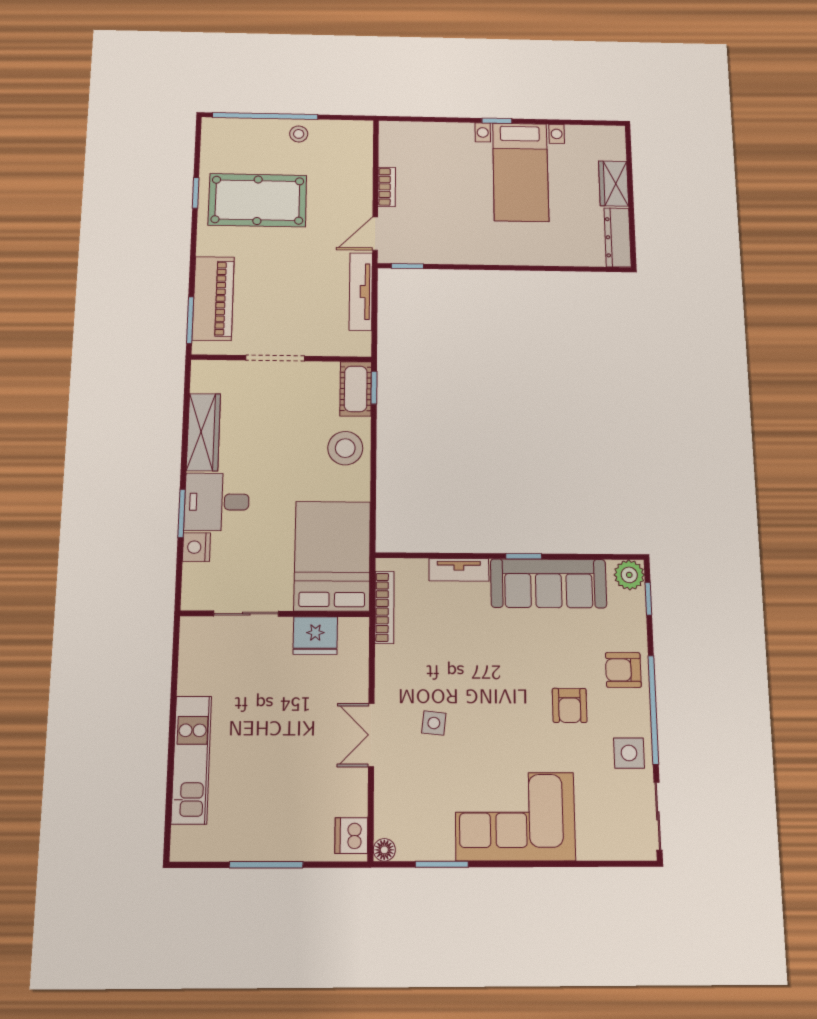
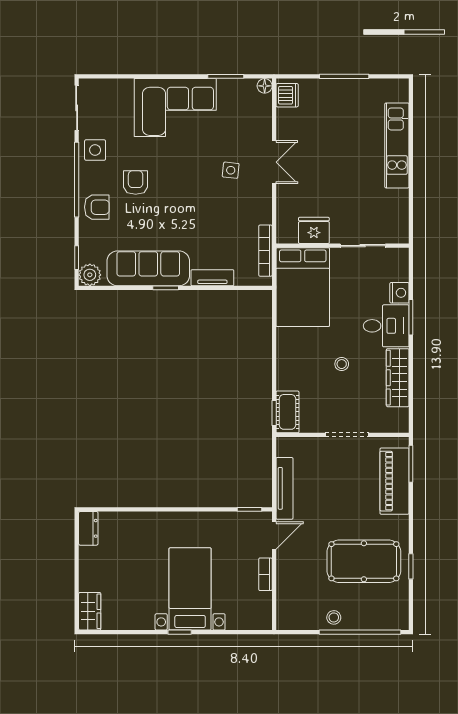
bed with nightstands: (521, 172) -> (190, 589), moved
wardrobe: (614, 184) -> (90, 611), moved
dresser: (618, 237) -> (88, 528), width x0.70
stool: (345, 448) -> (342, 364), moved, width x0.53, depth x0.53

